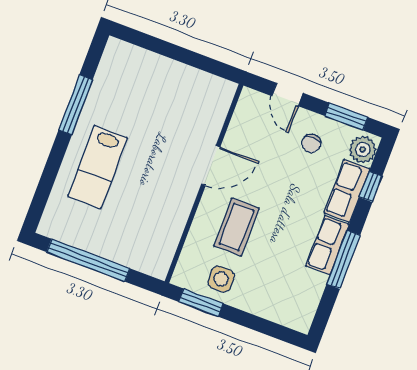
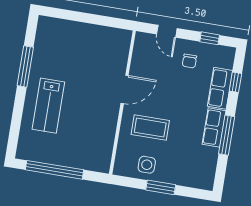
window: (346, 117) -> (210, 38), width x0.67
plant: (363, 149) -> (225, 58), removed
coffee table: (237, 227) -> (150, 128), turned 90
window: (201, 303) -> (161, 187), moved

